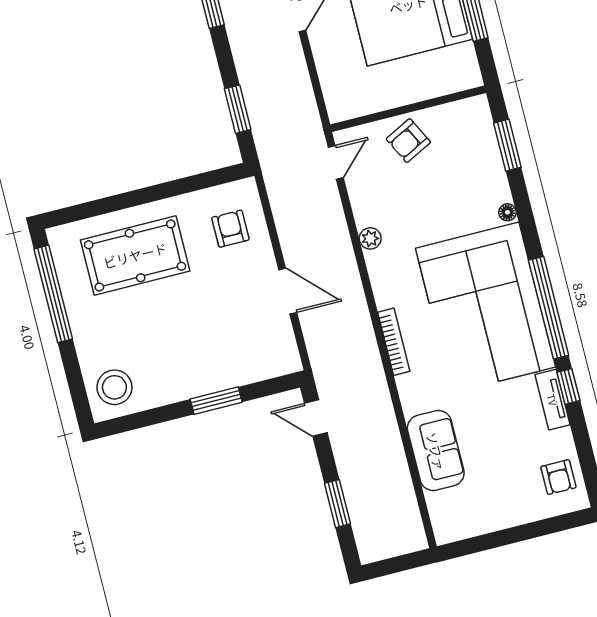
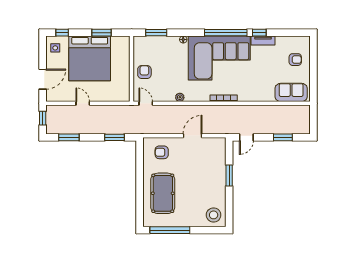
armchair: (408, 141) -> (144, 72), turned -153
sofa: (436, 451) -> (291, 92), moved
armchair: (558, 477) -> (295, 60), moved

